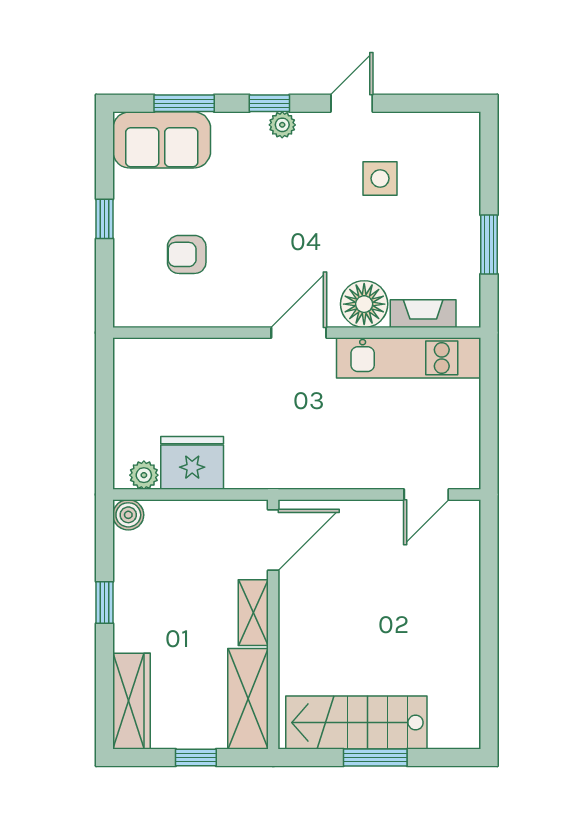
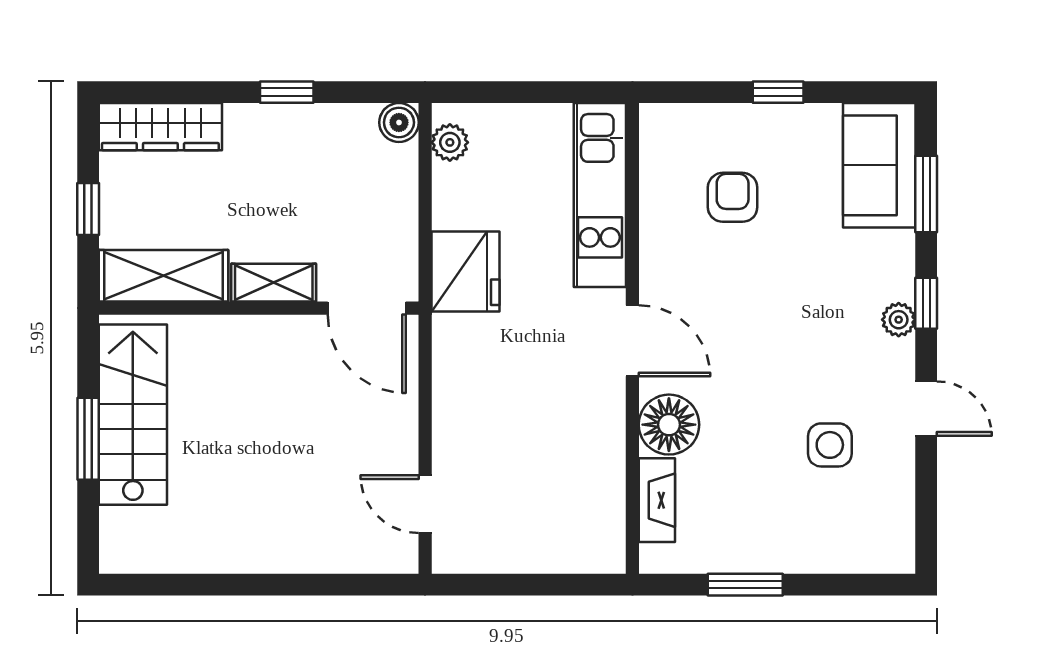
kitchen unit: (409, 358) -> (600, 195), moved
fridge: (192, 463) -> (465, 271), moved

